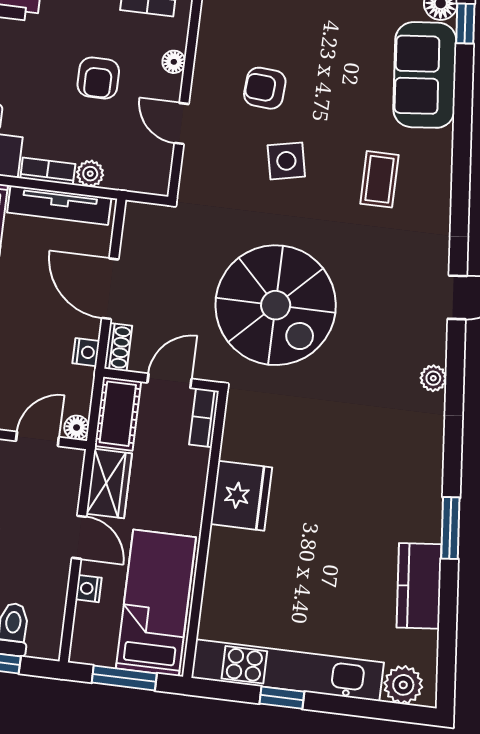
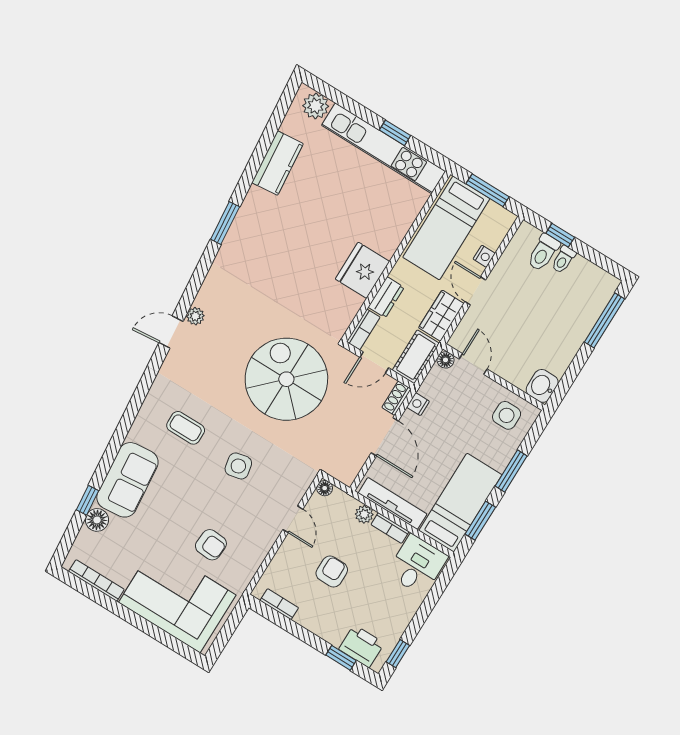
floor lamp: (174, 62) -> (325, 488), moved
armchair: (265, 88) -> (211, 545), moved
coffee table: (379, 179) -> (186, 428), turned 90
plant: (433, 378) -> (195, 316), moved
door: (37, 439) -> (473, 364), swing flipped
dresser: (193, 475) -> (386, 297), added
window: (450, 528) -> (225, 223), moved

